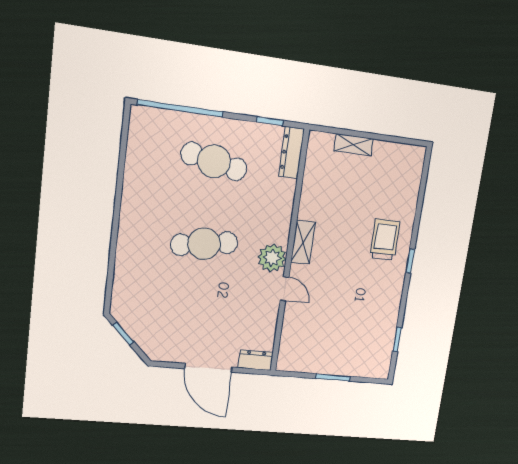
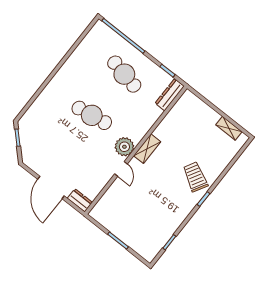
shelving: (353, 145) -> (229, 128), moved
trolley: (385, 240) -> (195, 177), turned -61

